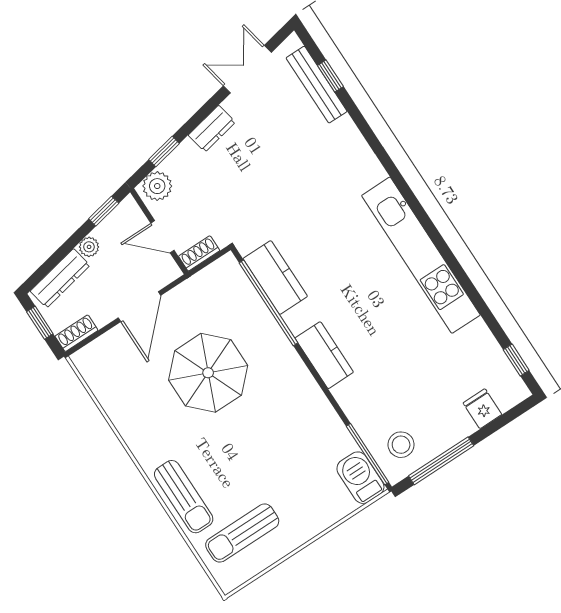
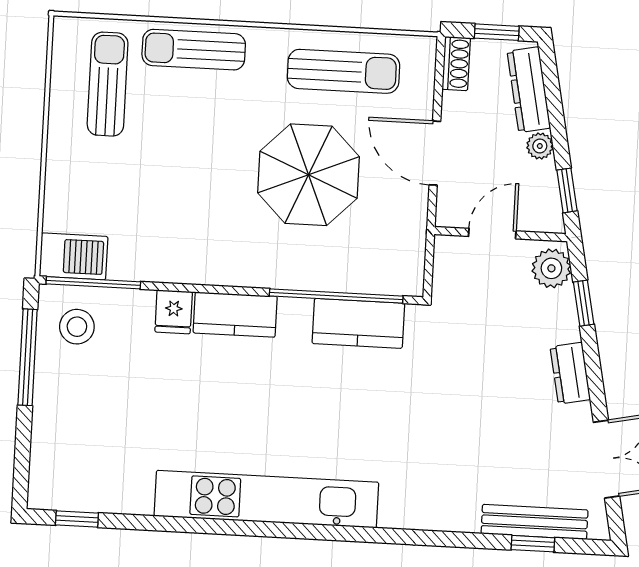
shoe rack: (199, 253) -> (445, 260), removed
sun lounger: (131, 397) -> (344, 71), added
fridge: (482, 409) -> (174, 312), moved, turned 90

